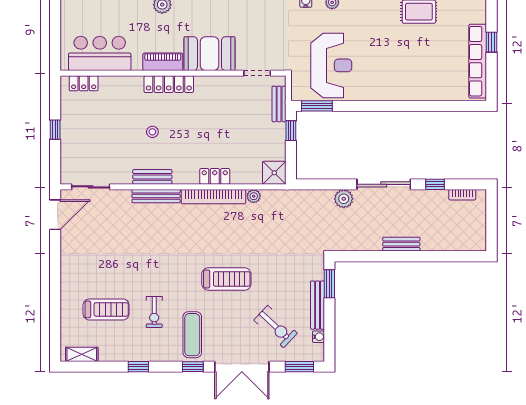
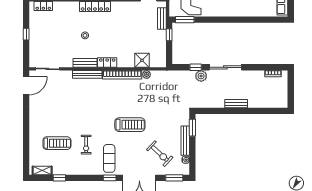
shower: (274, 173) -> (142, 60), moved
locker: (215, 176) -> (107, 62), moved
window: (435, 184) -> (196, 67), moved
window: (138, 367) -> (59, 178), moved

